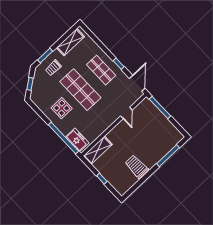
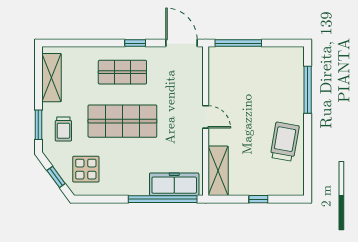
display table: (62, 108) -> (86, 169), moved
door: (126, 113) -> (206, 117), moved
freezer: (77, 140) -> (174, 184), width x1.40
trolley: (137, 167) -> (285, 142), turned 100

